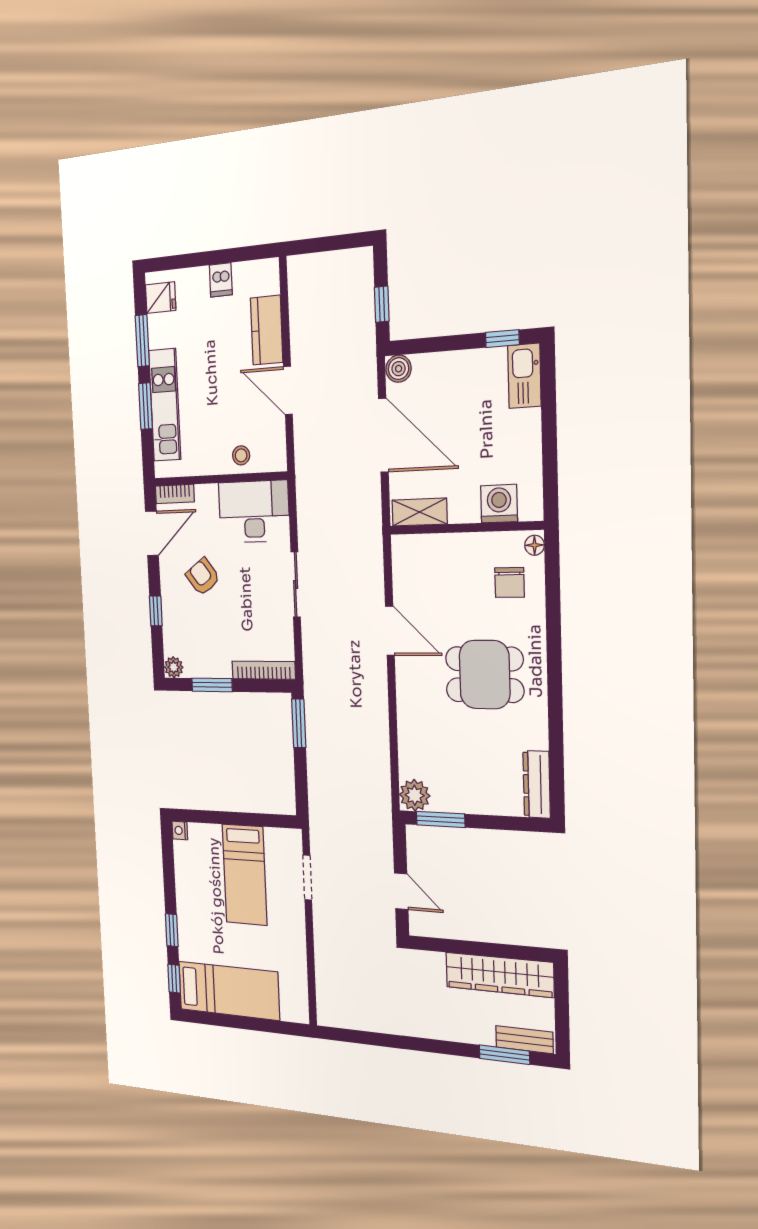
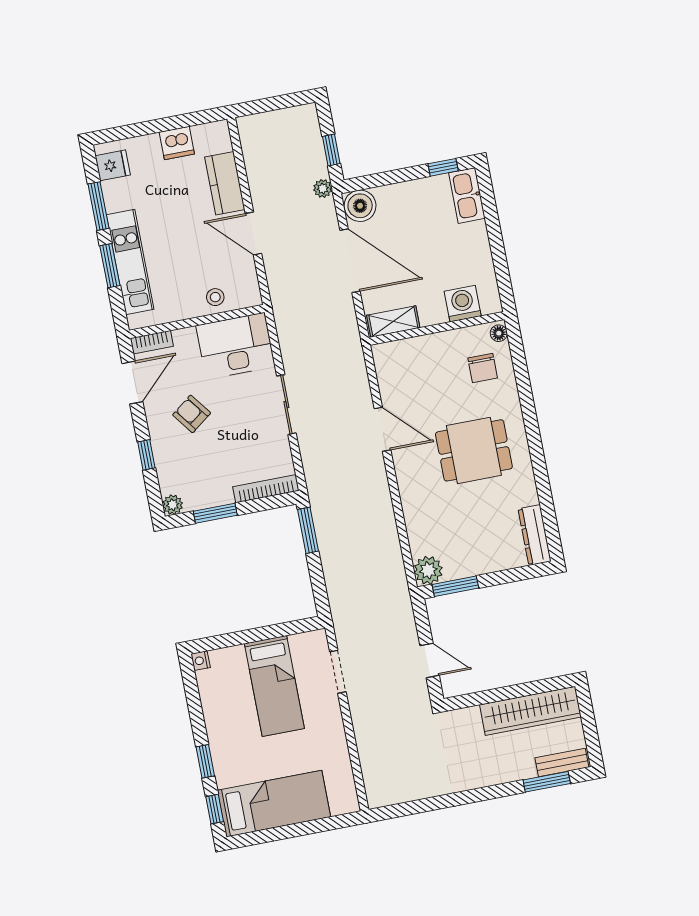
dishwasher: (221, 280) -> (177, 143), width x1.38
plant: (366, 348) -> (323, 188), added
boiler: (399, 369) -> (360, 206), width x1.36, depth x1.36

